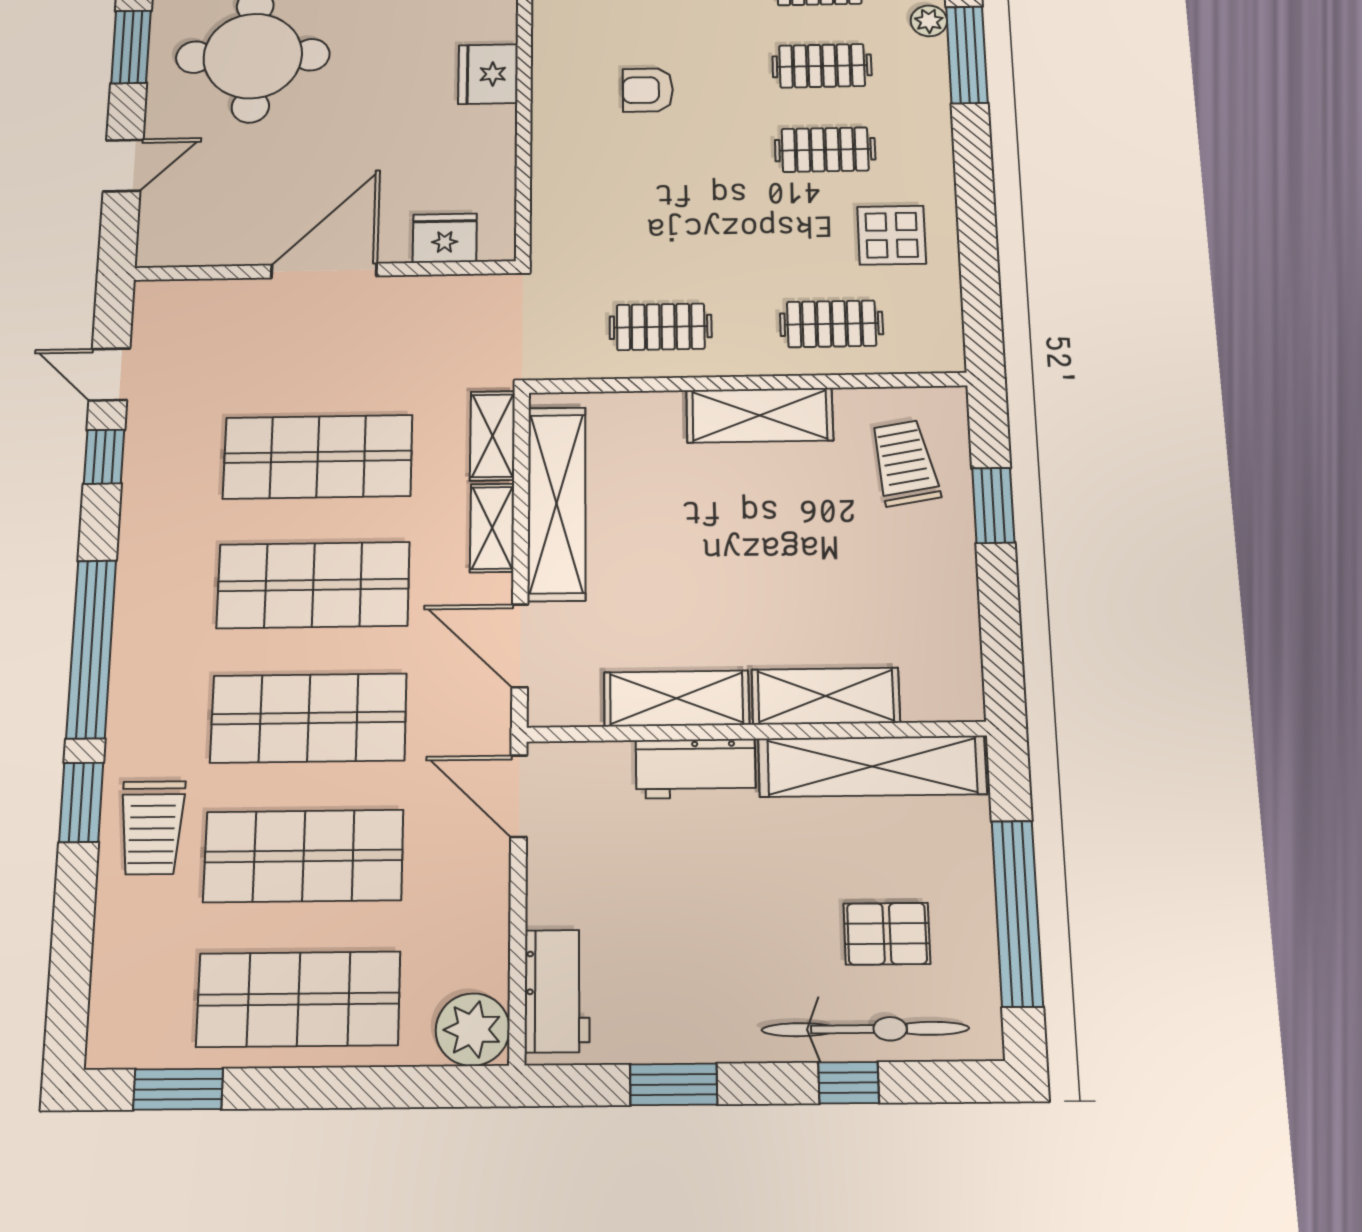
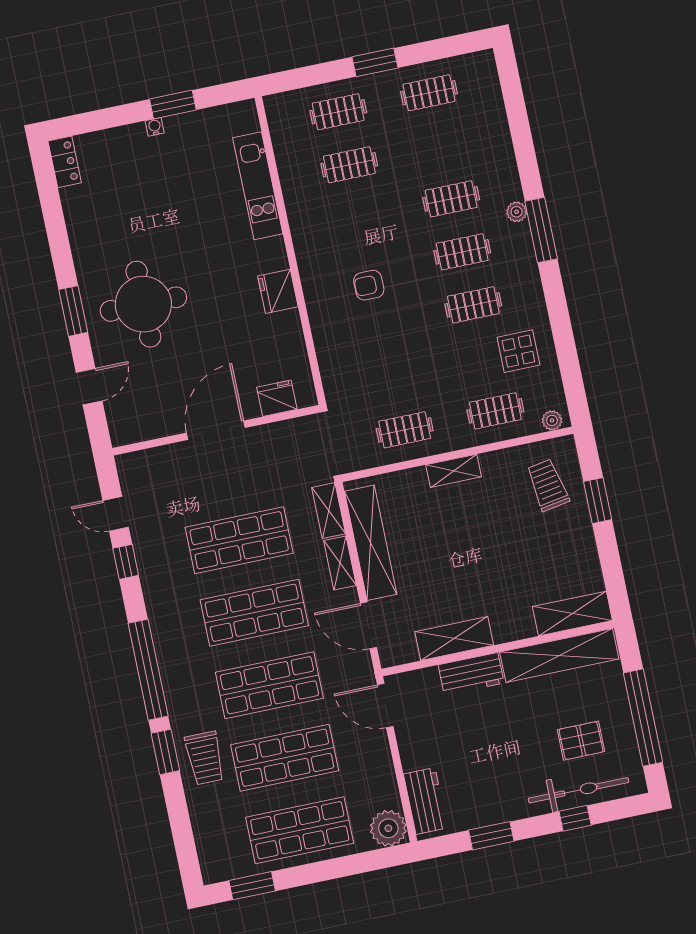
plant: (932, 357) -> (552, 420), added
shelving: (760, 415) -> (454, 471), width x0.67, depth x0.75
shelving: (826, 696) -> (572, 614), moved

